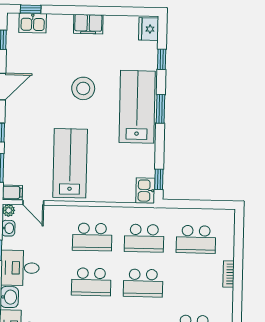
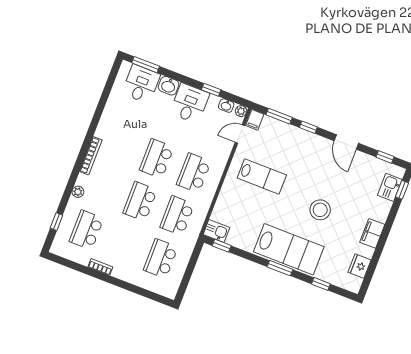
fridge: (149, 29) -> (360, 266), moved, turned -90
lab bench: (70, 163) -> (262, 177), width x0.73, depth x0.72
bookcase: (229, 274) -> (100, 267), moved

